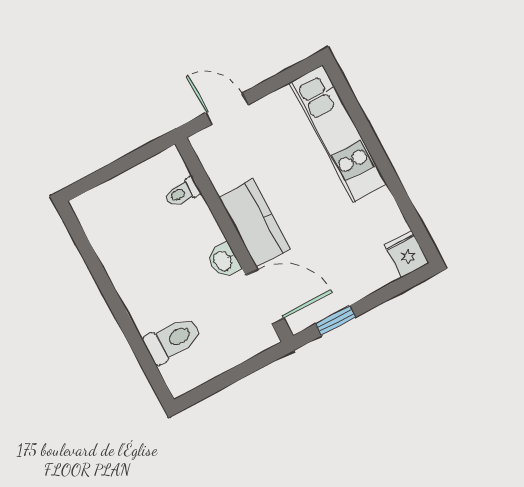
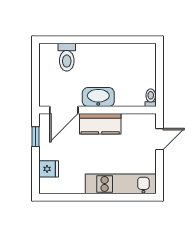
toilet: (182, 193) -> (151, 98), moved
fridge: (406, 254) -> (49, 169), moved
washbasin: (223, 260) -> (98, 97), width x1.91, depth x1.45

